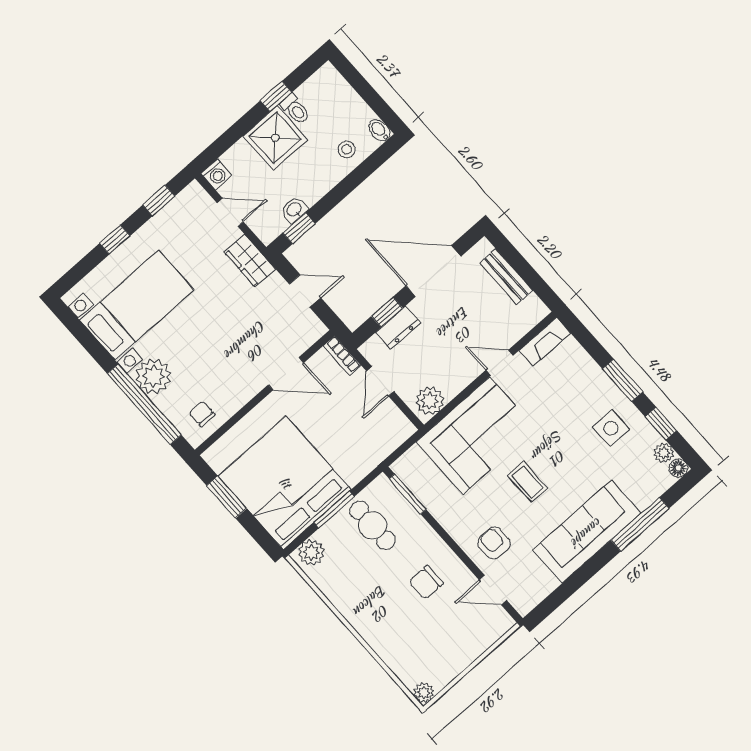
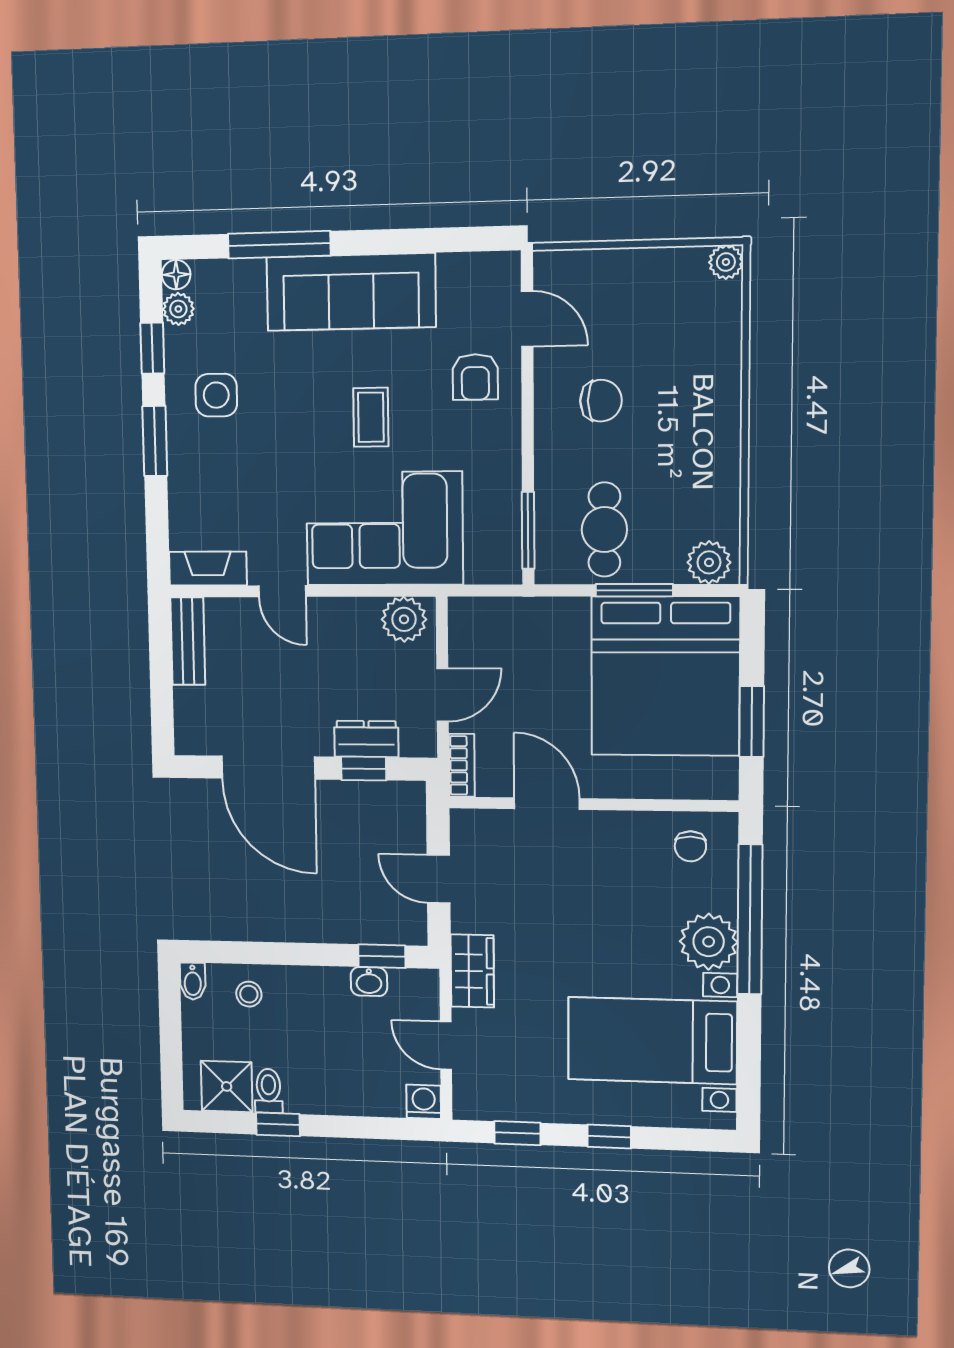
shower: (275, 138) -> (227, 1086), moved, width x0.73, depth x0.73
bench: (506, 277) -> (188, 641), moved

